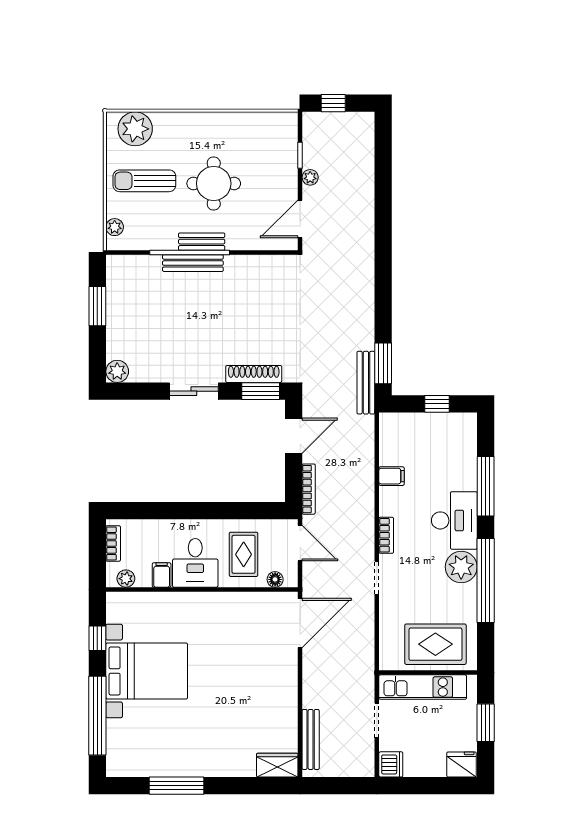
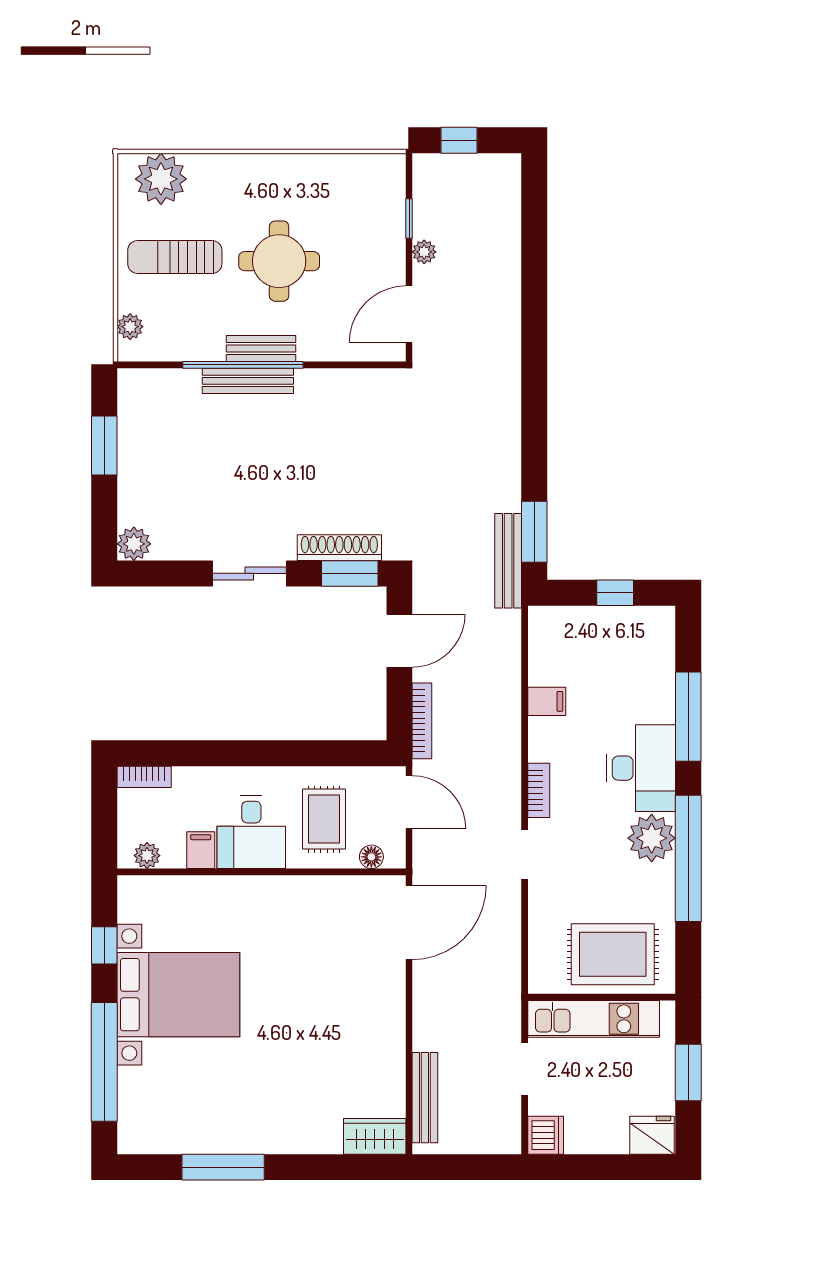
bookcase: (113, 543) -> (144, 777), moved, turned 90

